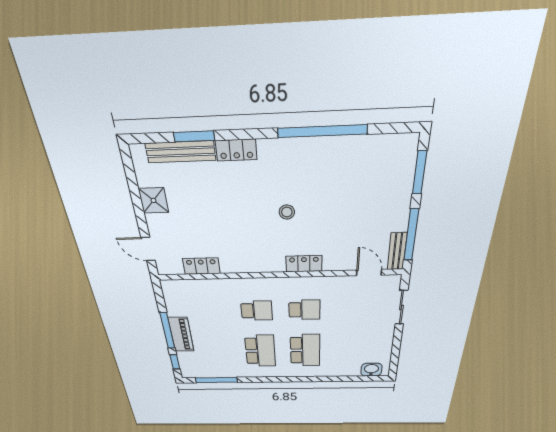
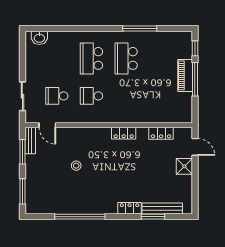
shower: (154, 200) -> (184, 166), moved
stool: (287, 212) -> (76, 166), moved
window: (411, 235) -> (22, 152), width x0.69
locker: (304, 264) -> (124, 133), moved
school desk: (257, 311) -> (57, 96), moved
window: (216, 380) -> (140, 29), moved

